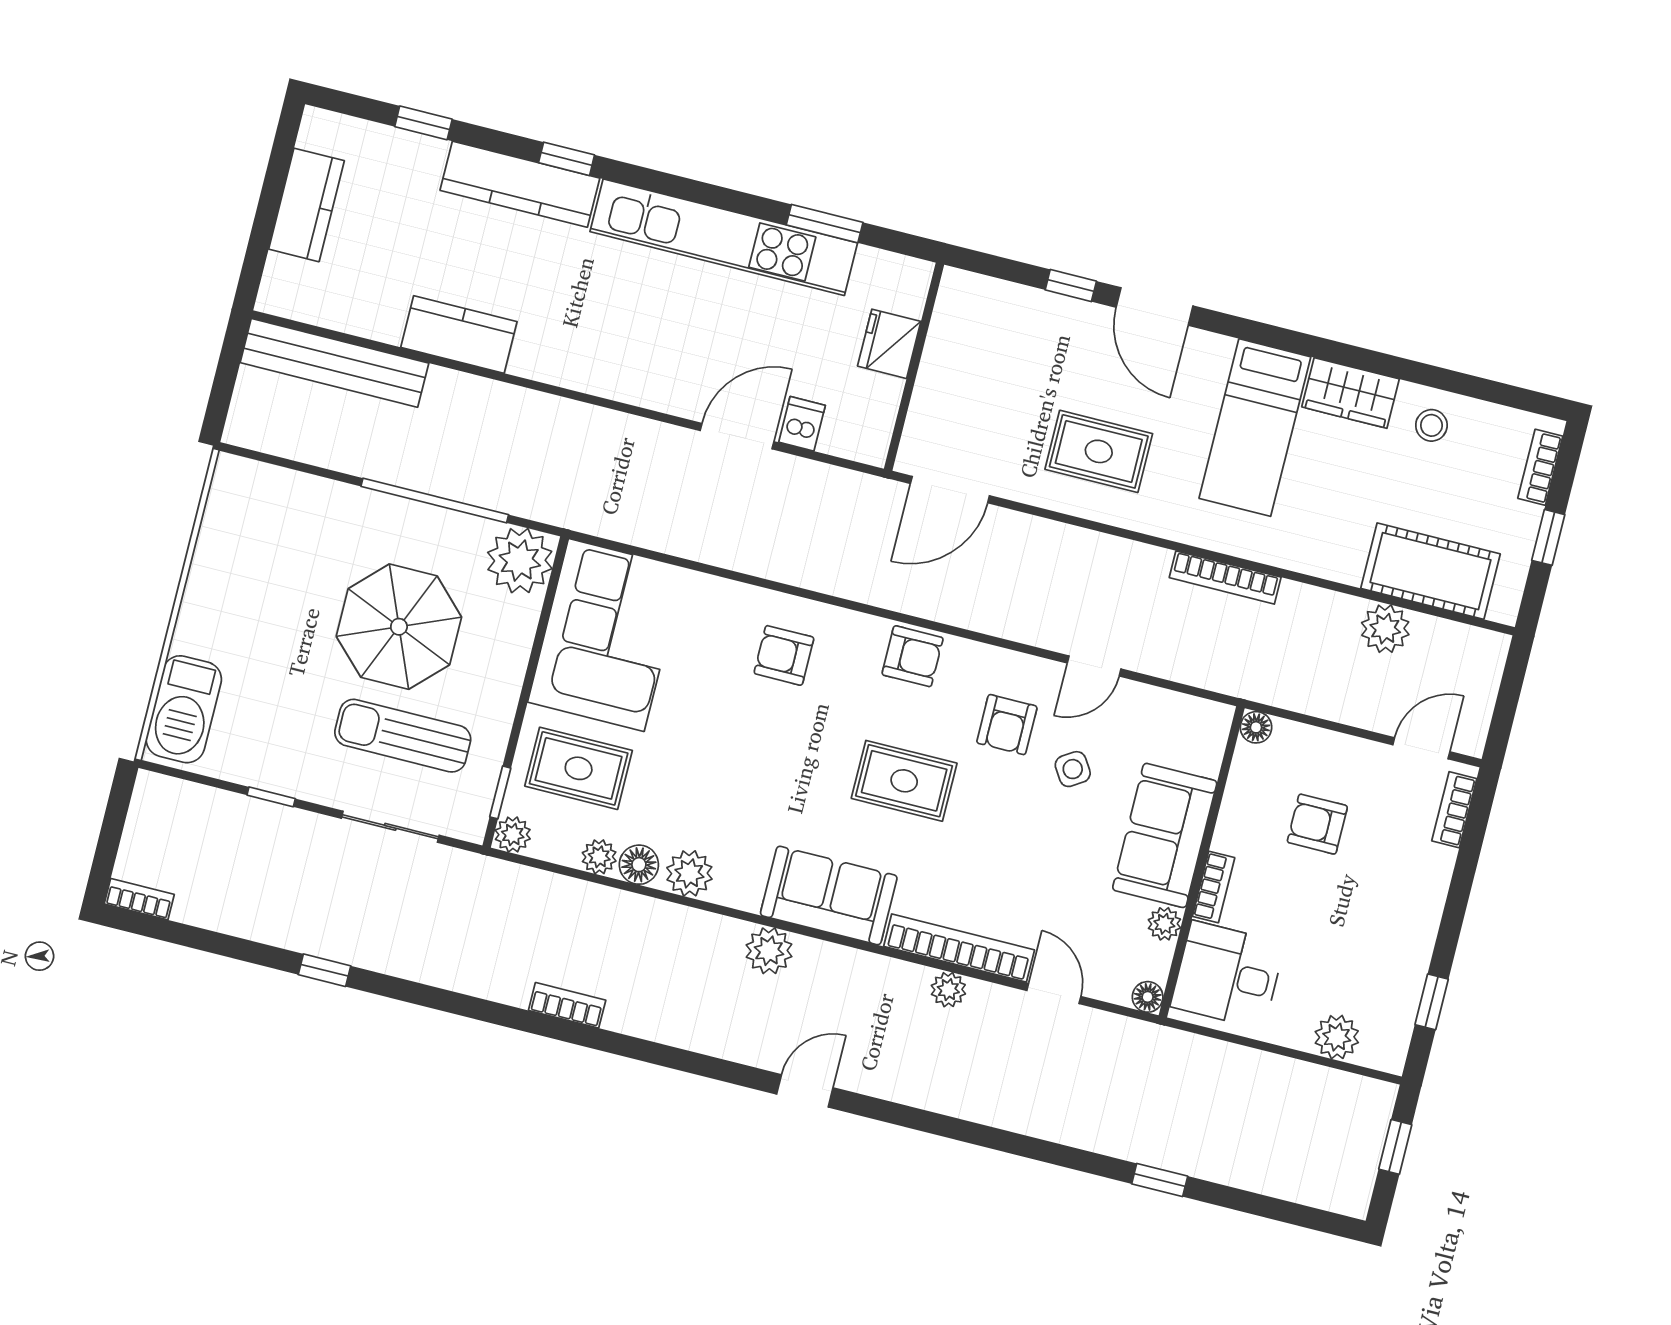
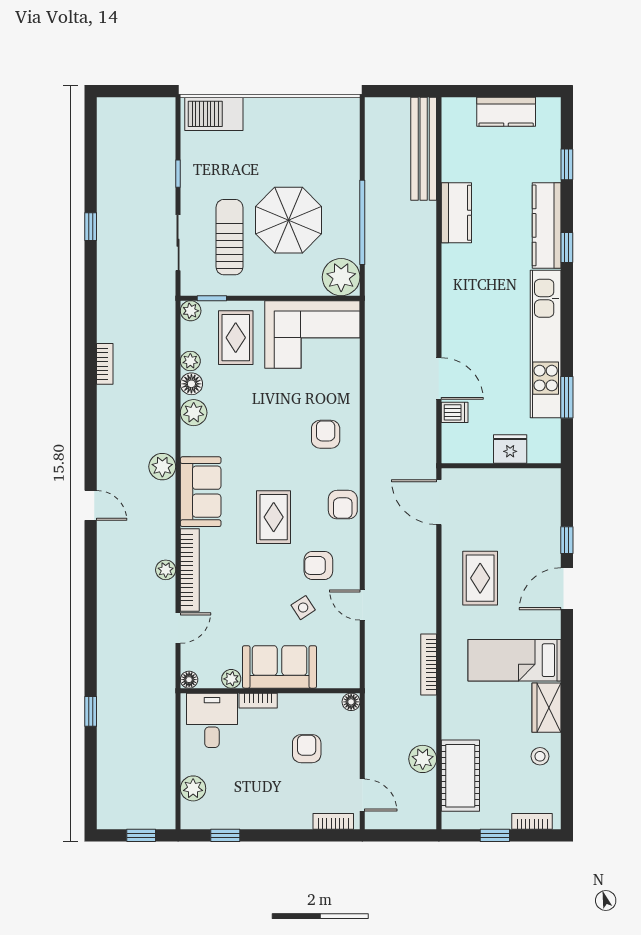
bookcase: (139, 899) -> (104, 116), removed

